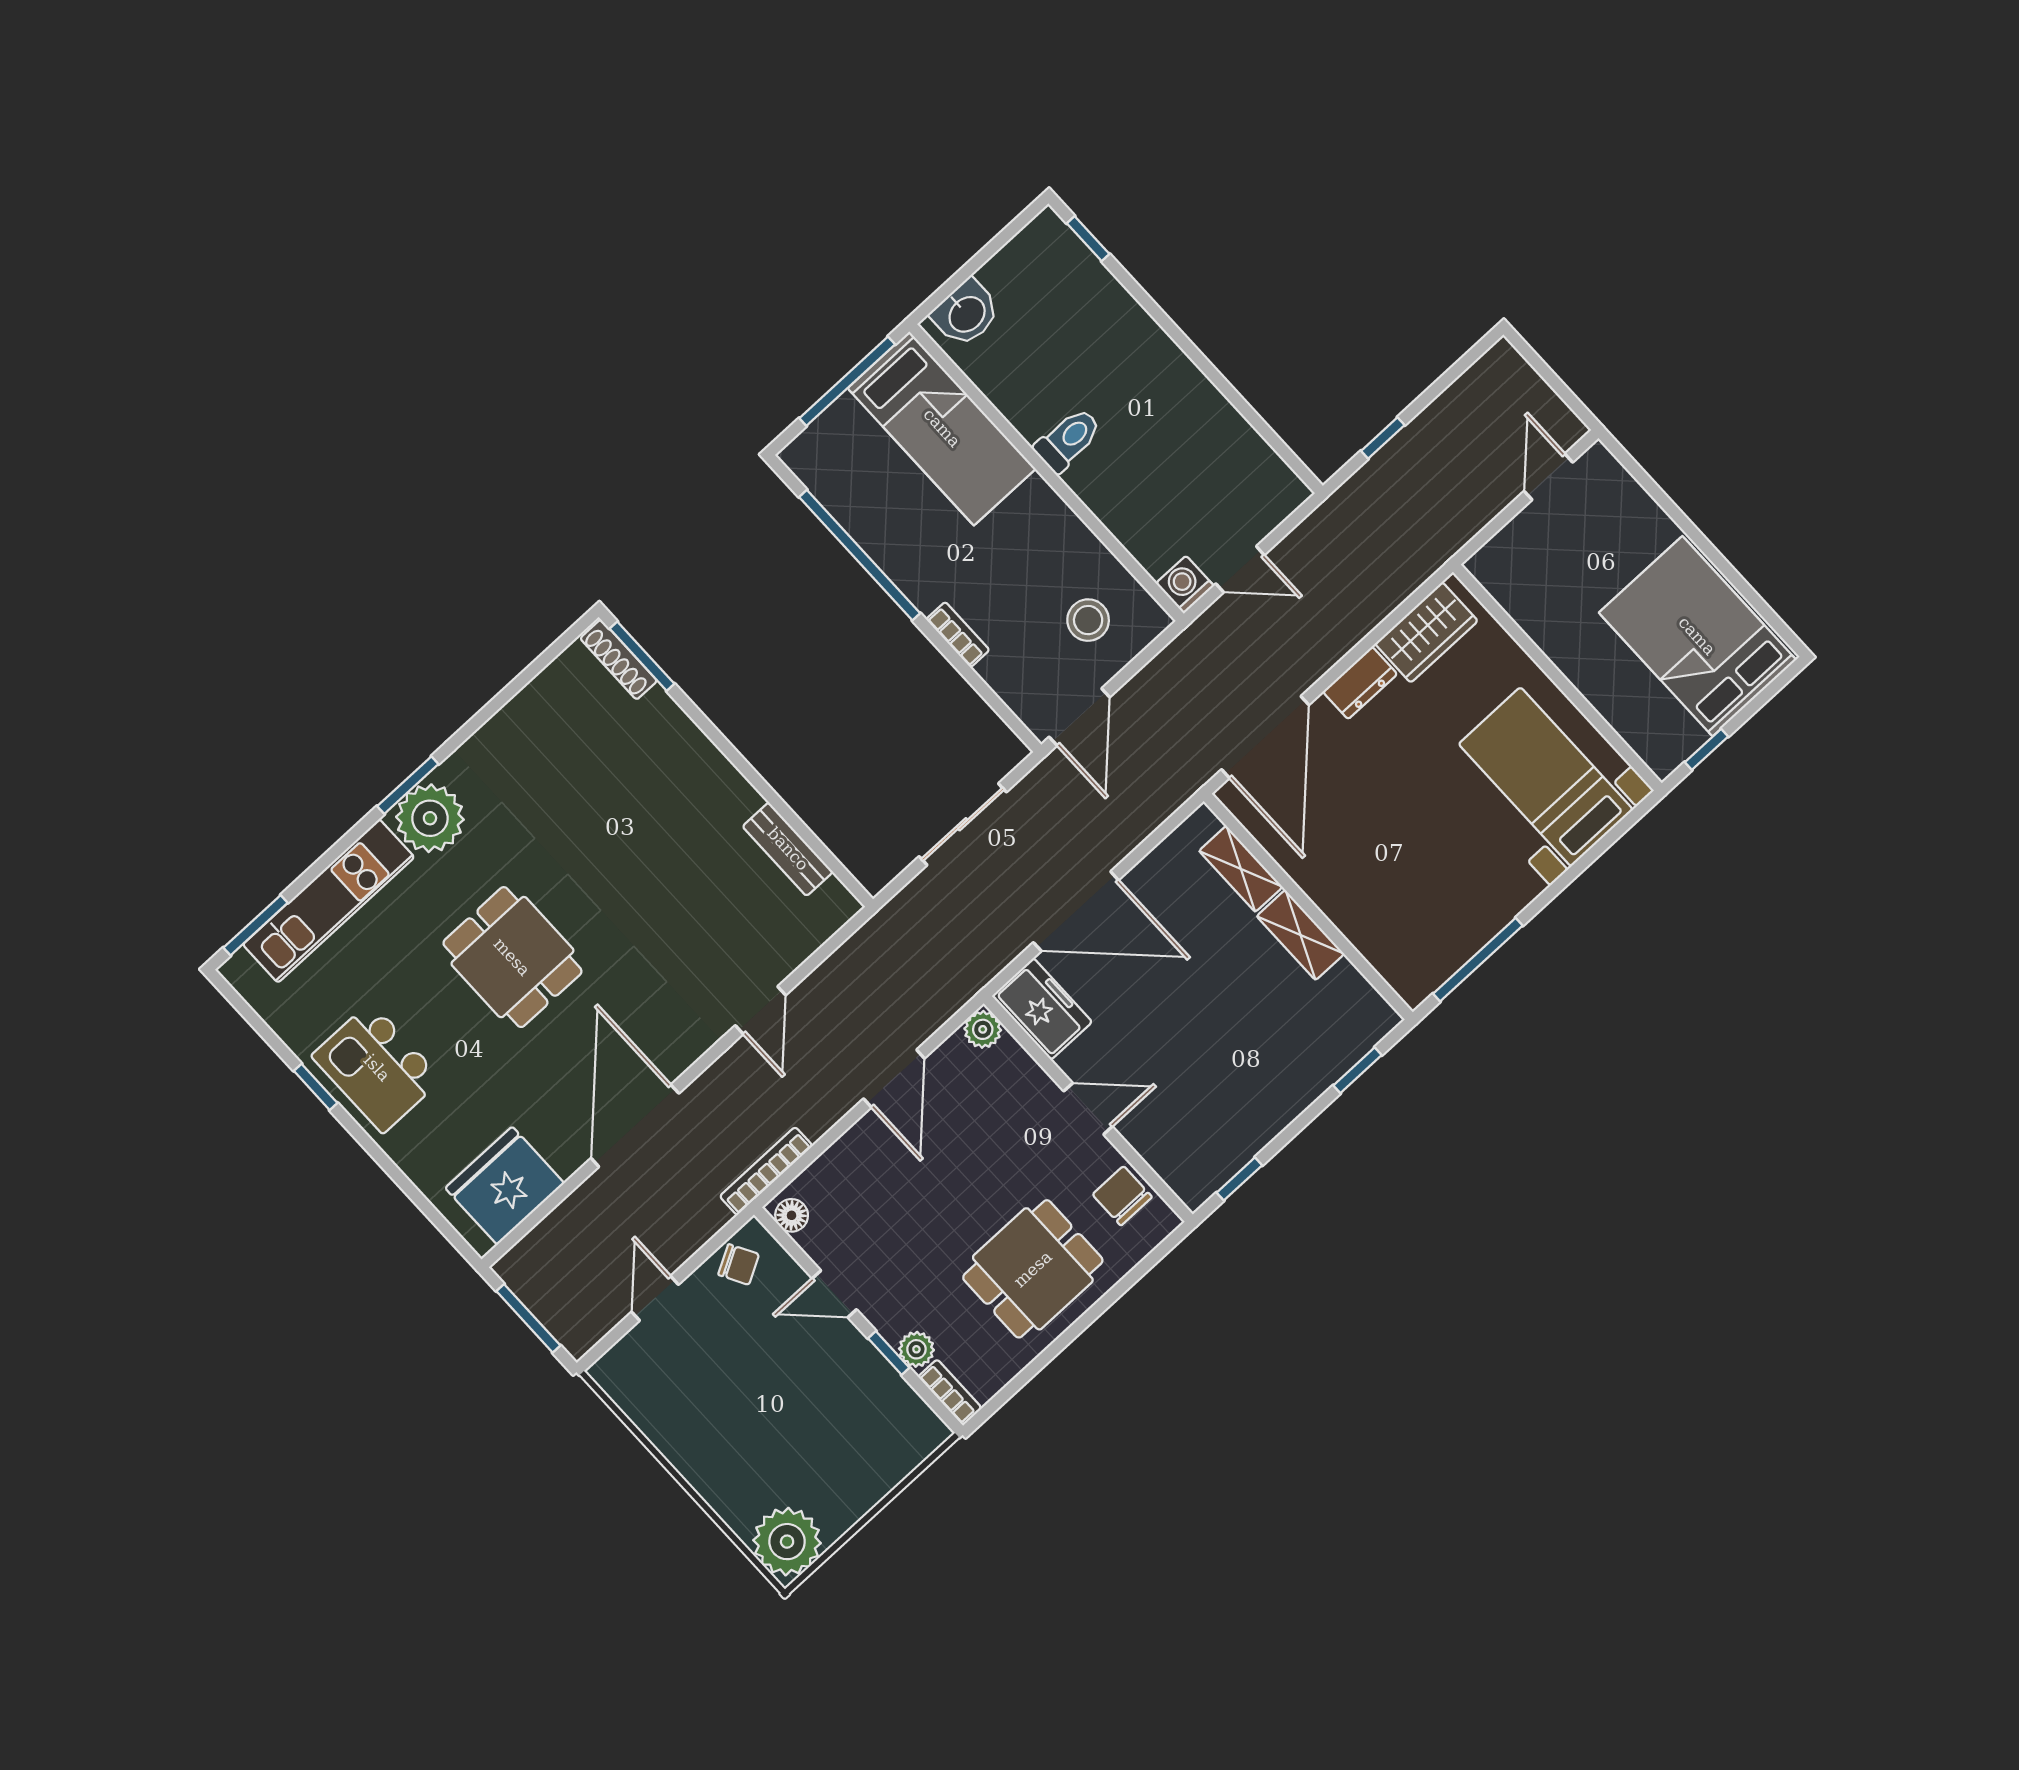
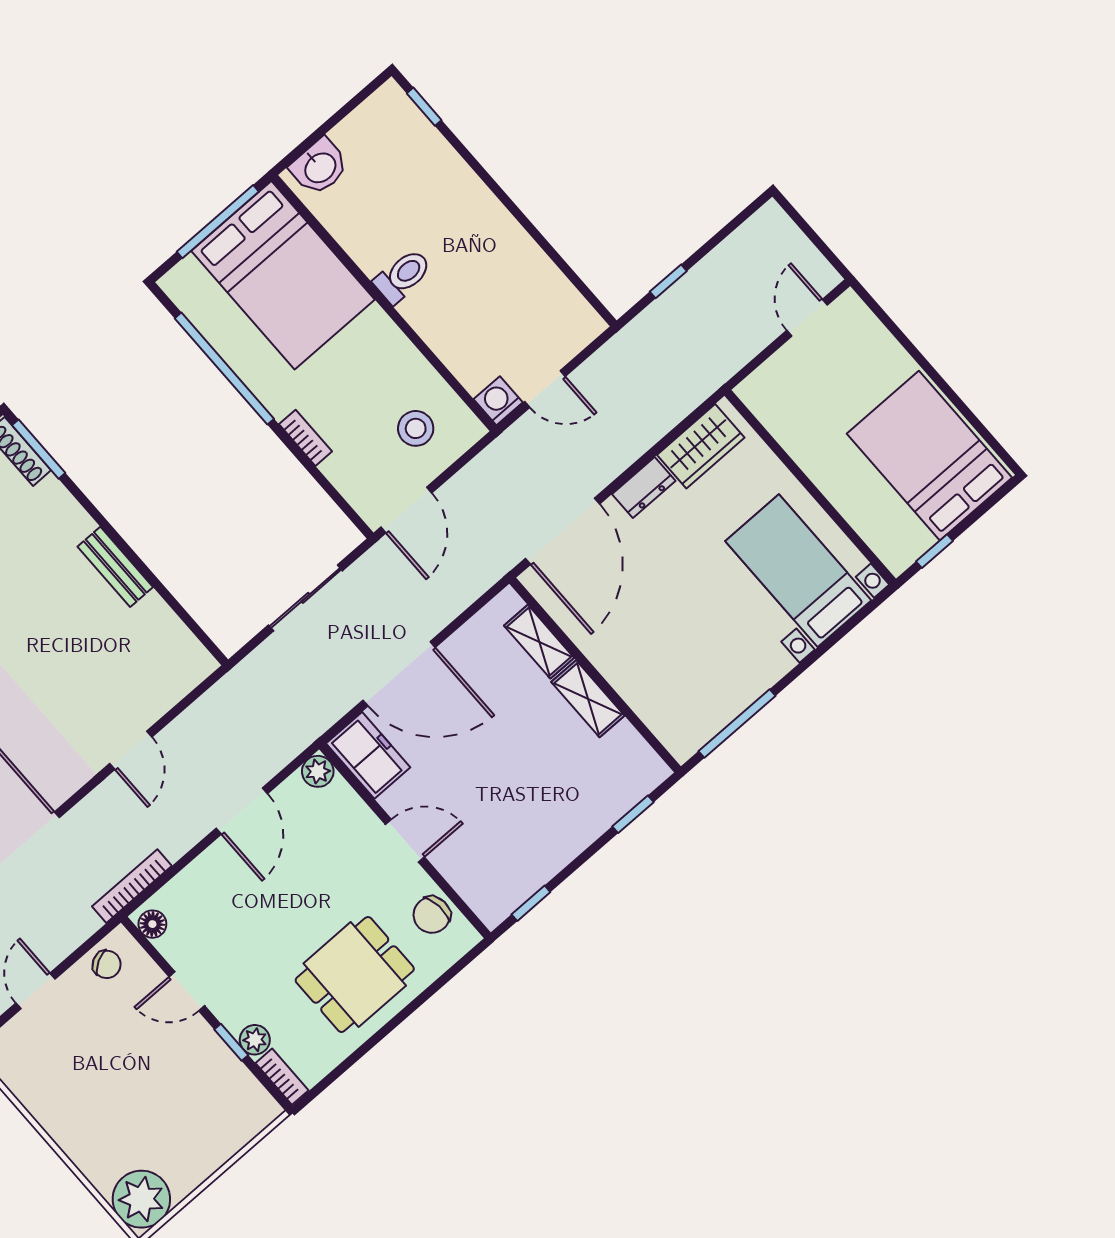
bed: (942, 428) -> (283, 275), width x1.50
bench: (788, 849) -> (115, 567), moved
chair: (1122, 1196) -> (432, 915), turned -96

